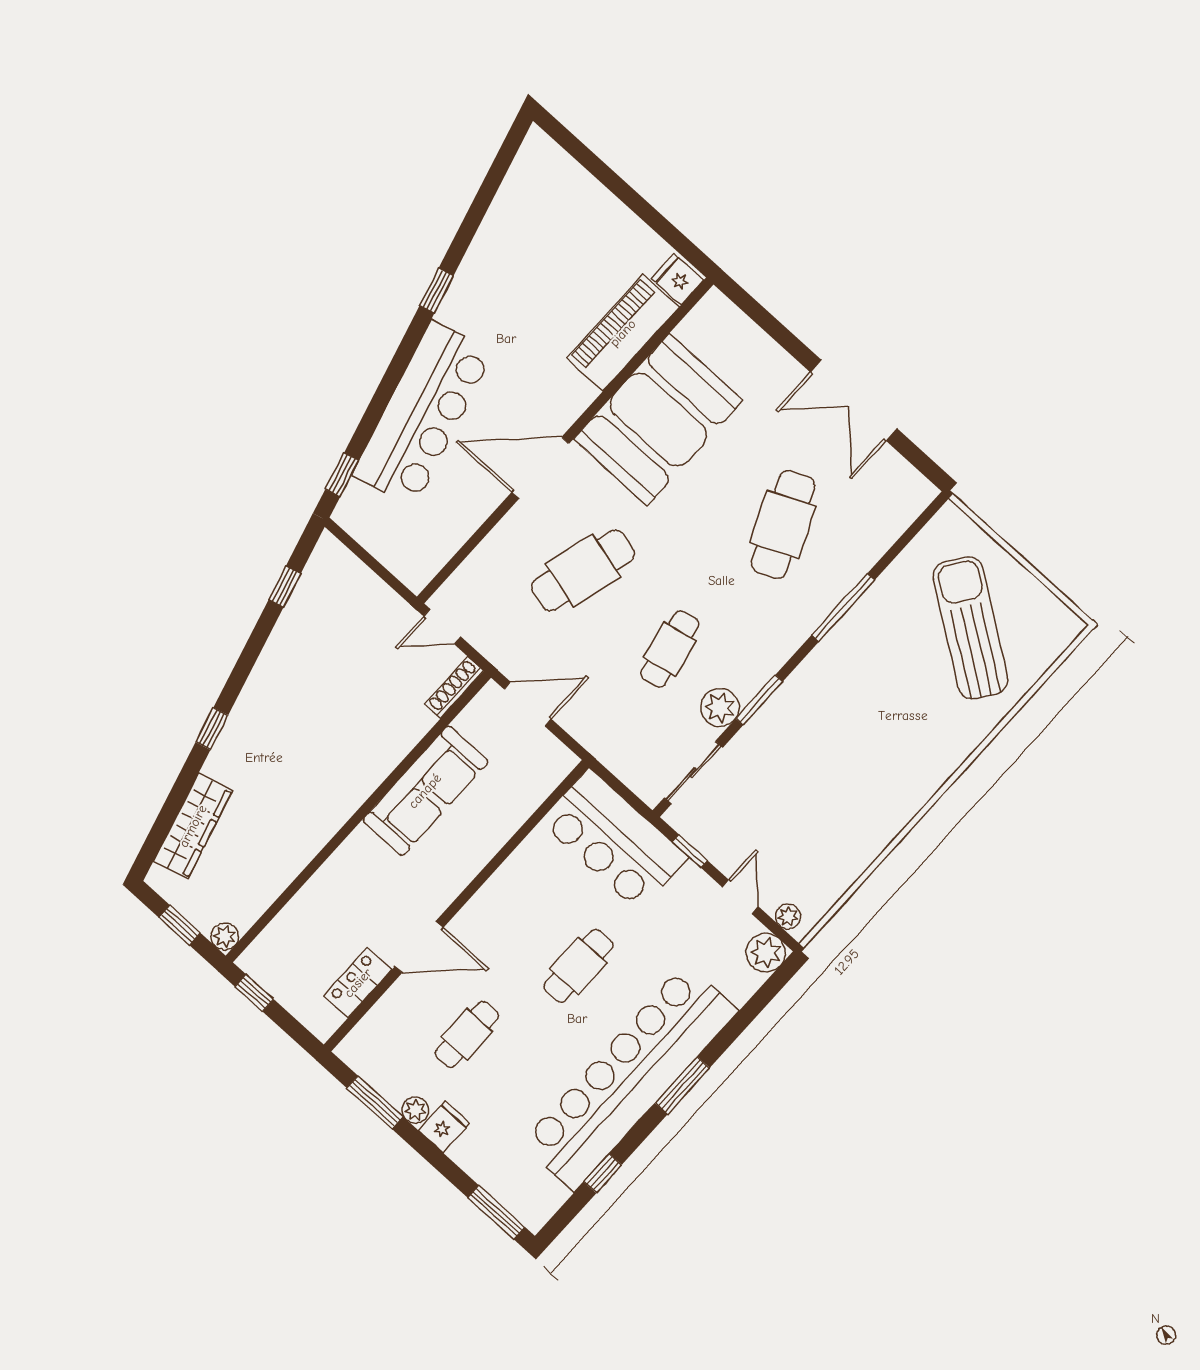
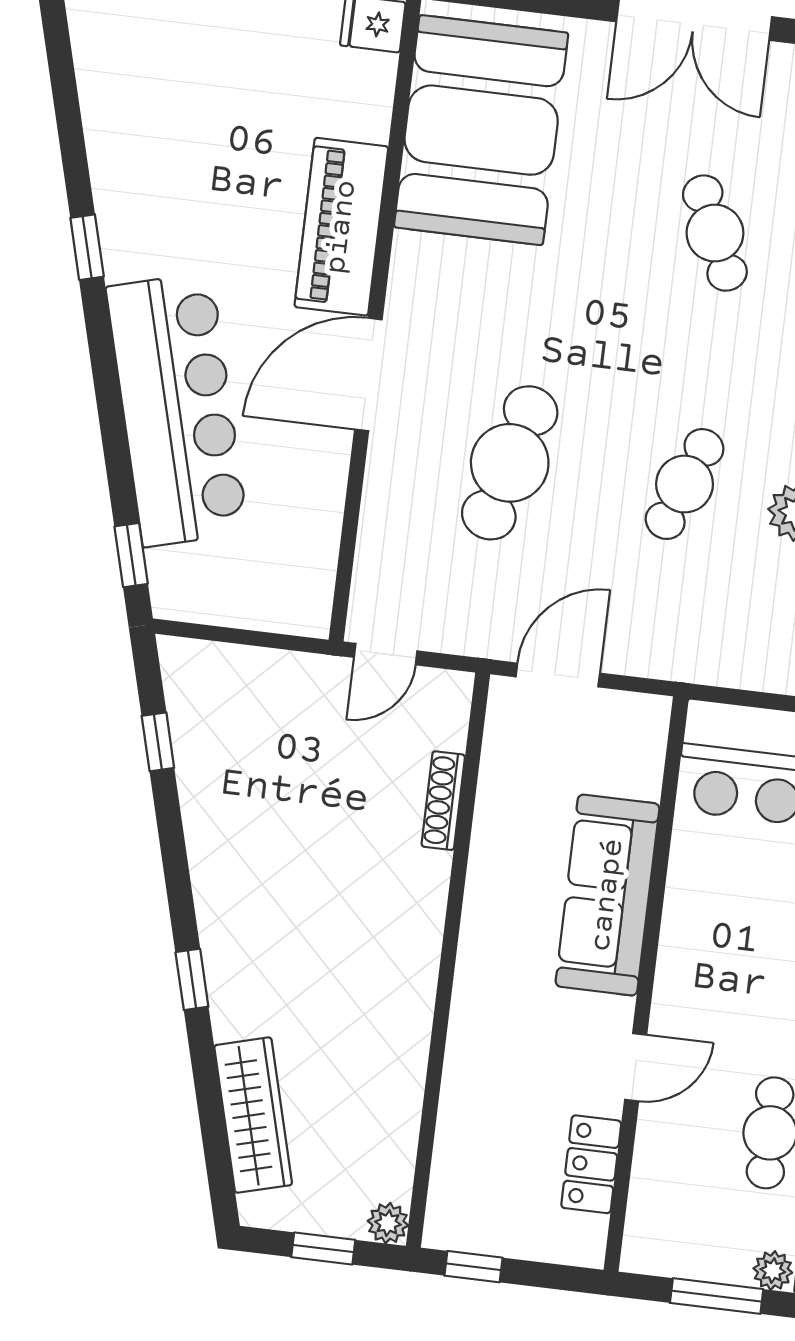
piano: (623, 333) -> (341, 227), moved
booth: (658, 420) -> (481, 130), moved
cafe table: (783, 524) -> (715, 233), width x0.73, depth x0.74
cafe table: (670, 649) -> (685, 484), turned 33
shoe rack: (454, 687) -> (443, 801), moved
sofa: (425, 791) -> (607, 895), moved, turned 180
door: (419, 947) -> (636, 1067), width x0.73

